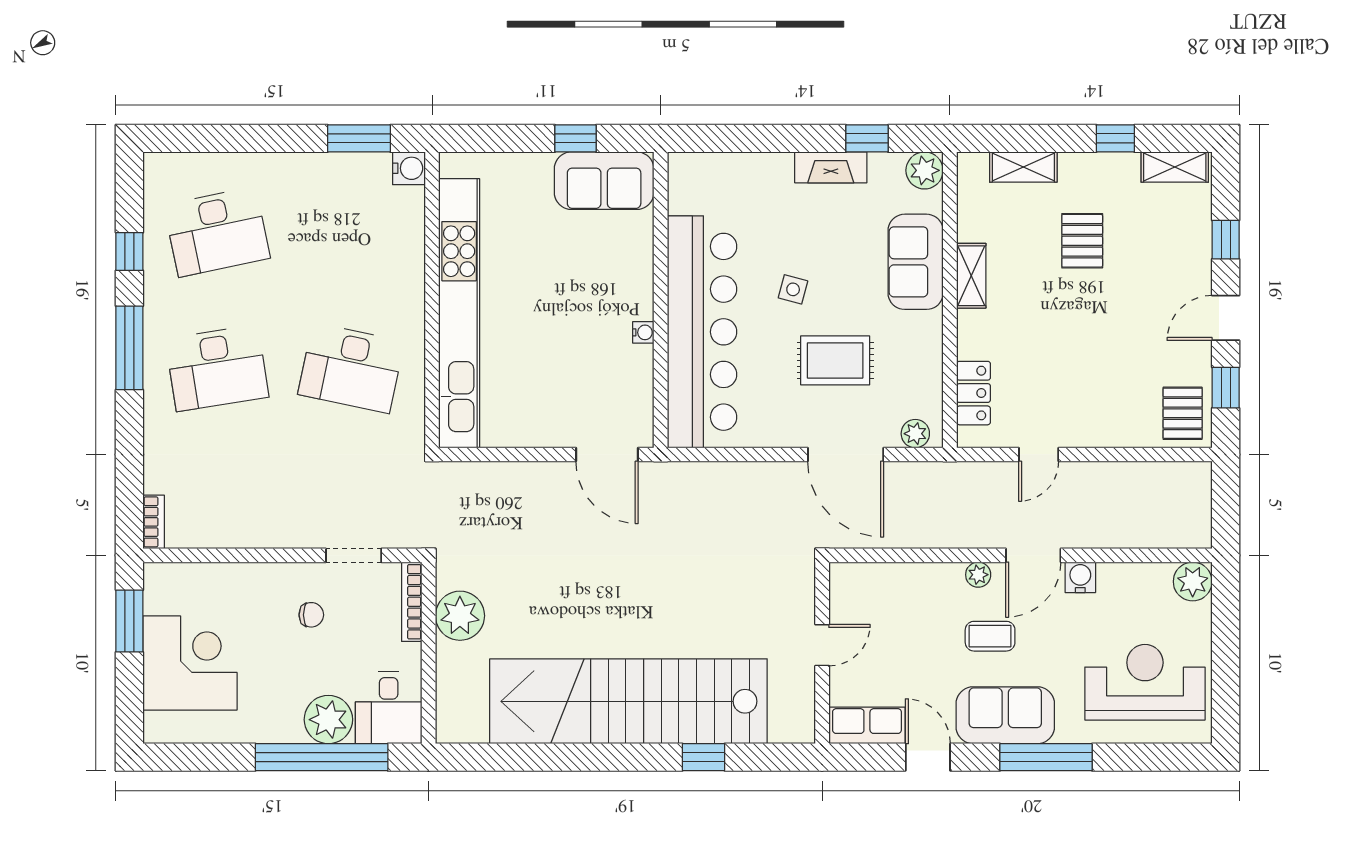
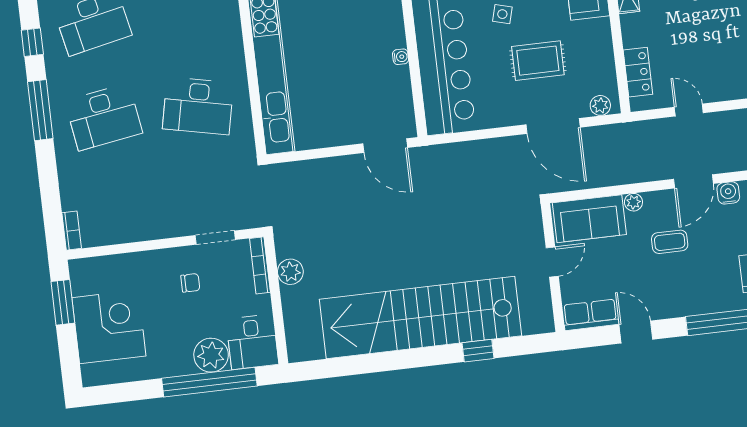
door: (1039, 454) -> (689, 110), swing flipped
plant: (978, 575) -> (633, 202), moved
plant: (460, 616) -> (290, 272), width x0.73, depth x0.73
sofa: (1005, 715) -> (589, 219), moved, turned 180

